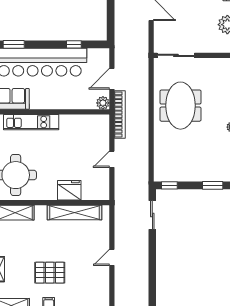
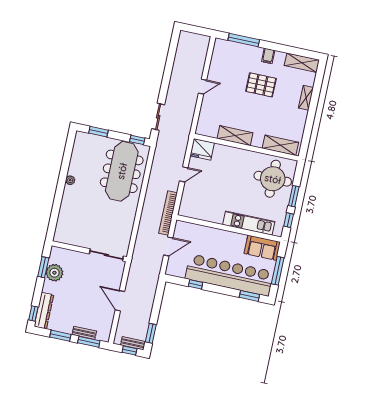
plant: (103, 103) -> (181, 227), removed
meeting table: (180, 106) -> (122, 171), moved, width x1.36
fridge: (69, 190) -> (202, 149), moved
shelving: (75, 212) -> (235, 136), width x0.68

